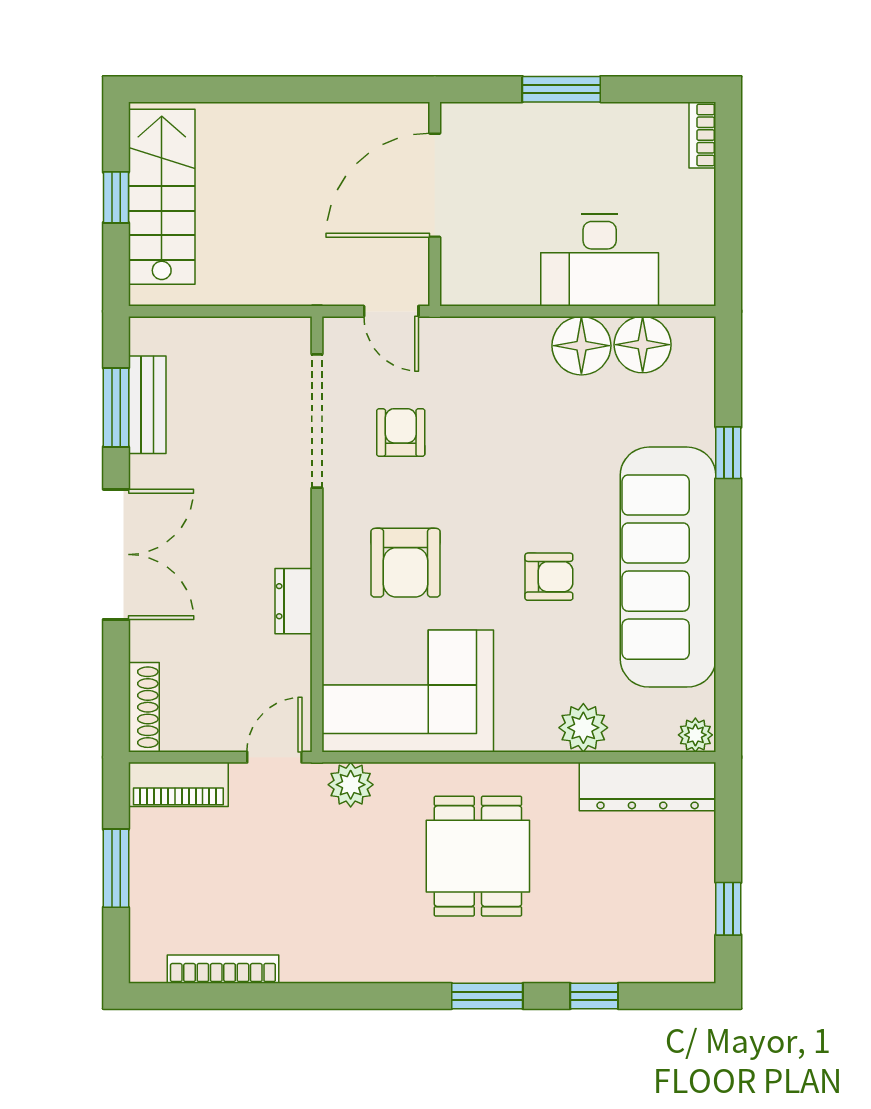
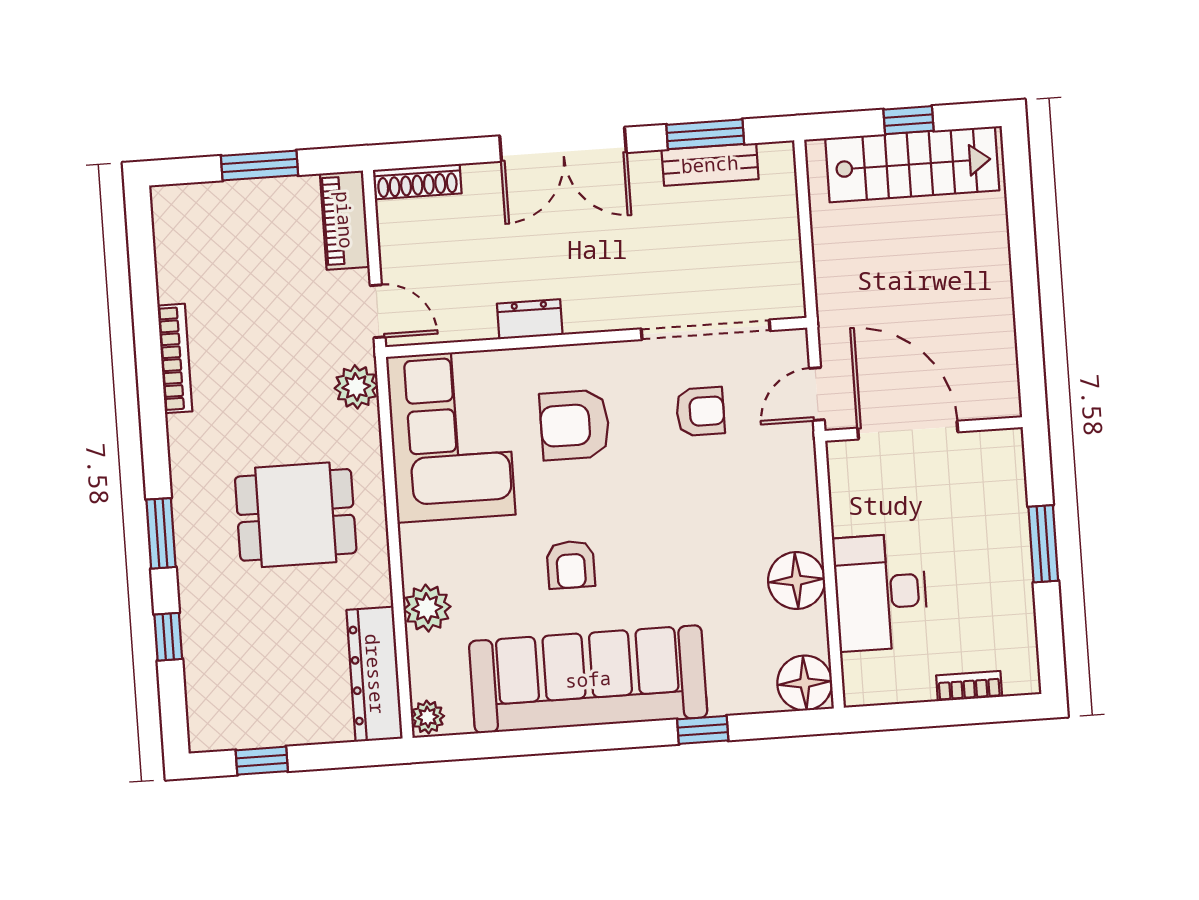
bookcase: (702, 135) -> (969, 686), moved
door: (435, 185) -> (908, 430), moved
floor lamp: (643, 345) -> (805, 683), moved
bookcase: (223, 969) -> (175, 358), moved

